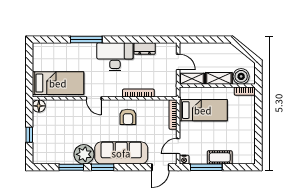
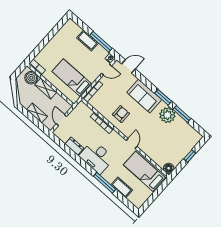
cot: (67, 49) -> (122, 187), added
shelving: (192, 79) -> (37, 113), moved
sofa: (121, 153) -> (144, 96), width x0.73

